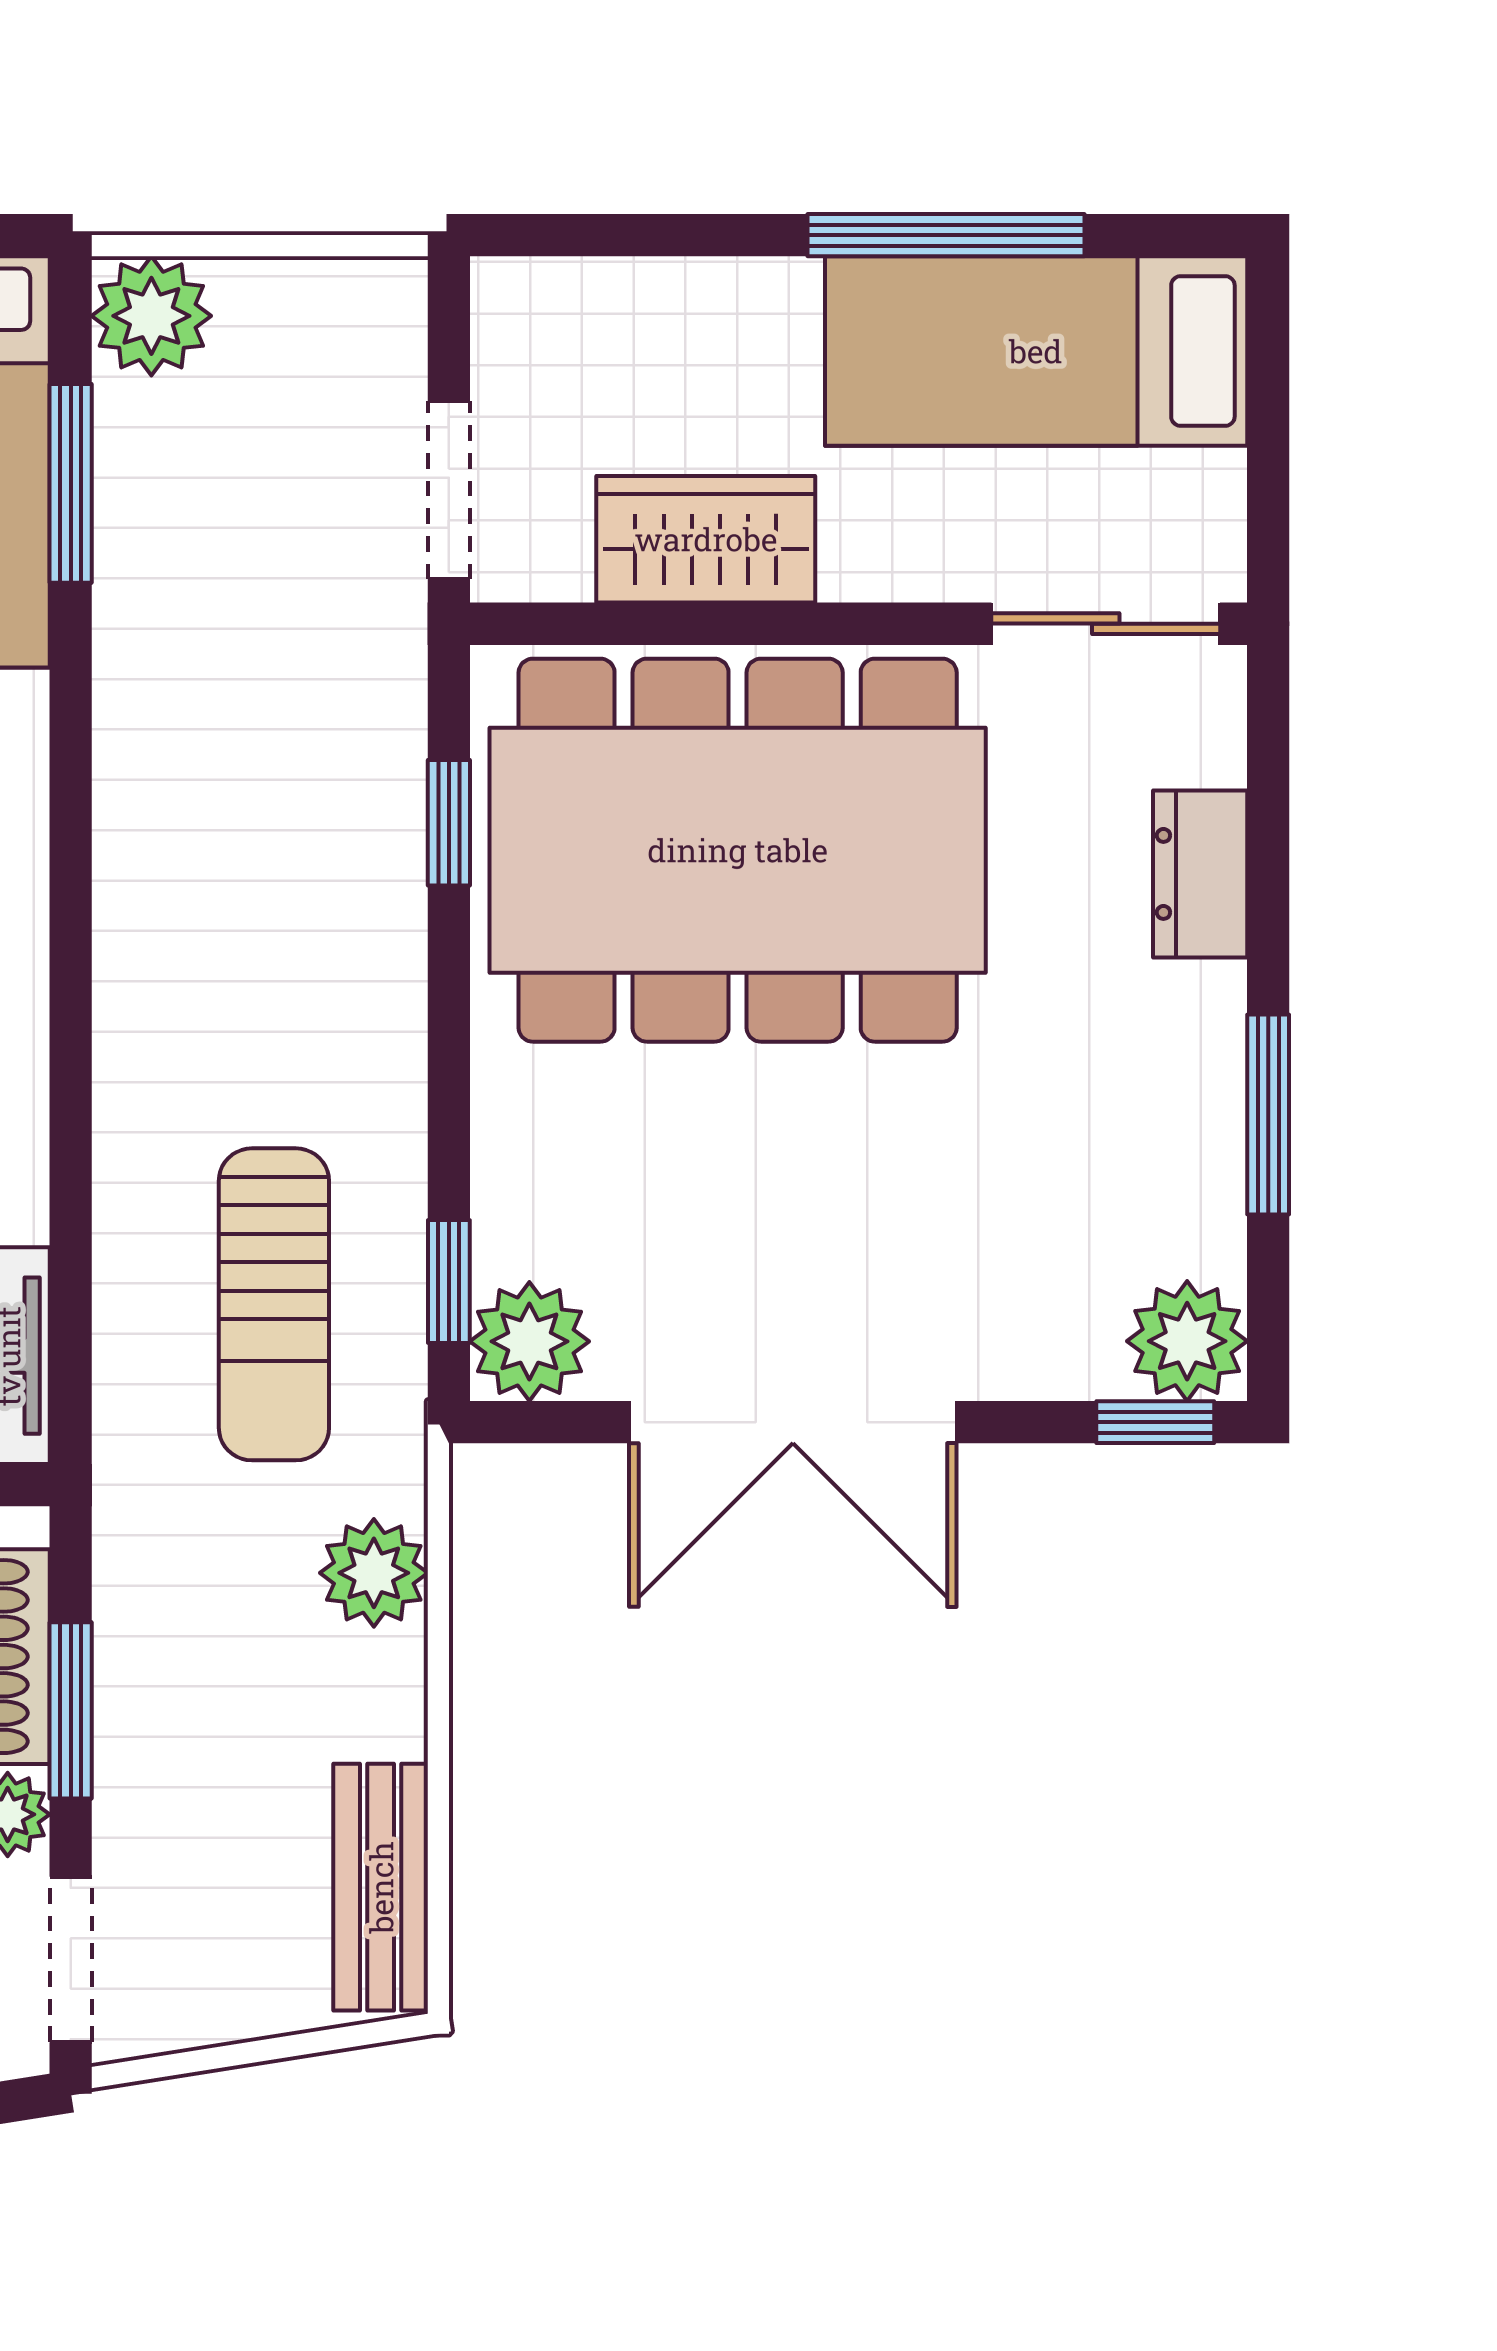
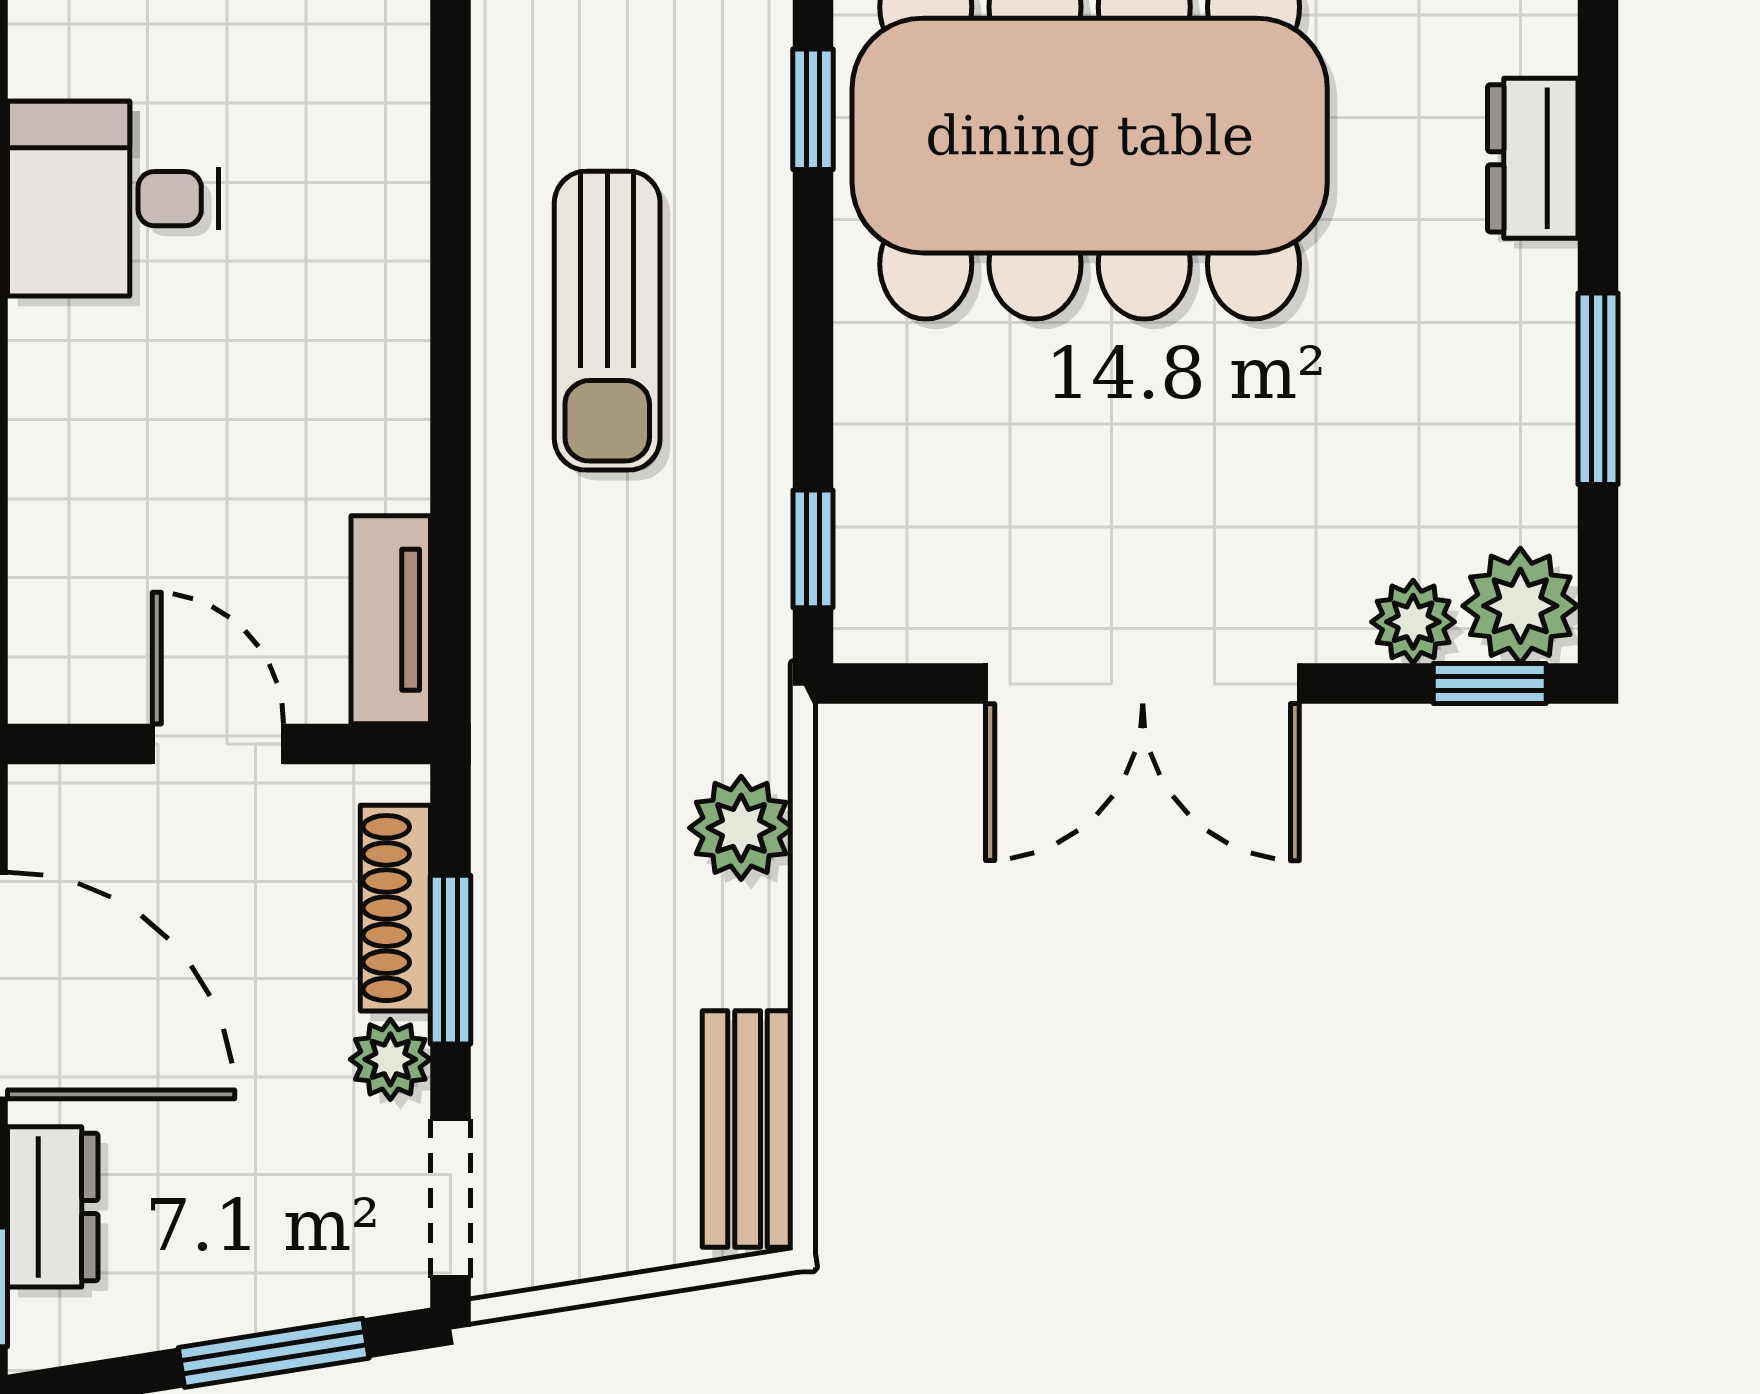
sun lounger: (274, 1304) -> (607, 321), moved
plant: (529, 1341) -> (1413, 622), moved, width x0.73, depth x0.73

